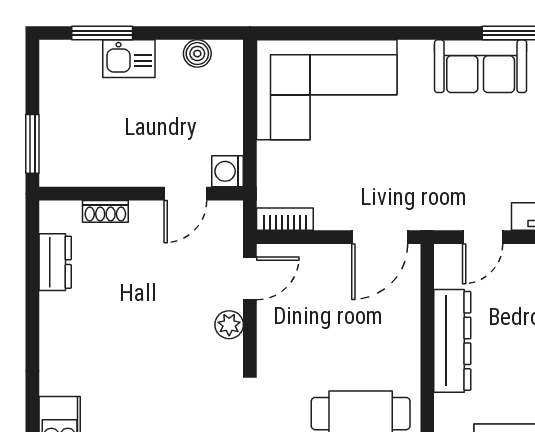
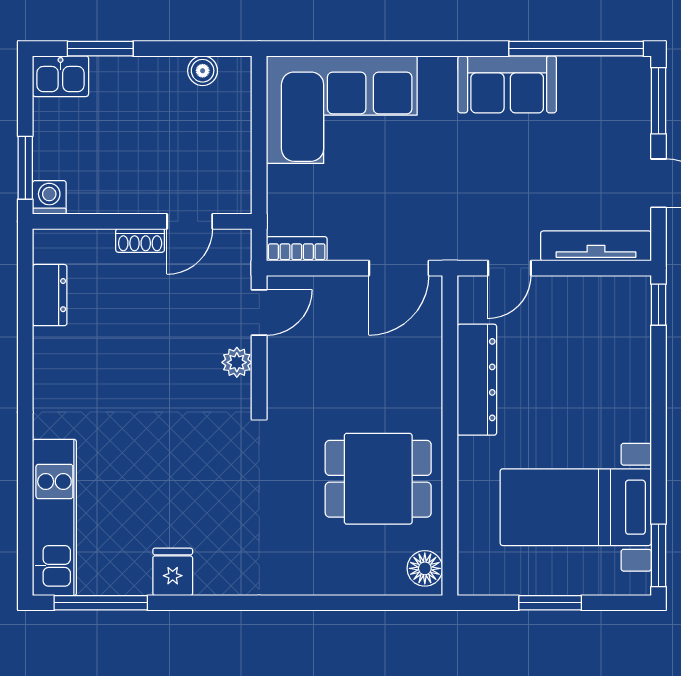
kitchen sink: (129, 59) -> (60, 76), moved
washing machine: (228, 171) -> (49, 197), moved, turned 90
shoe rack: (105, 211) -> (140, 240), moved

